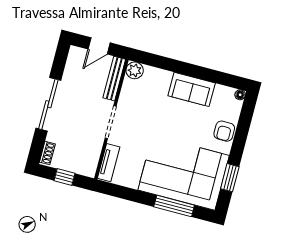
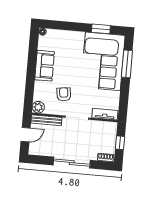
door: (99, 46) -> (26, 135), hinge flipped
armchair: (224, 131) -> (64, 94), moved, turned -97

